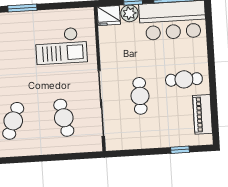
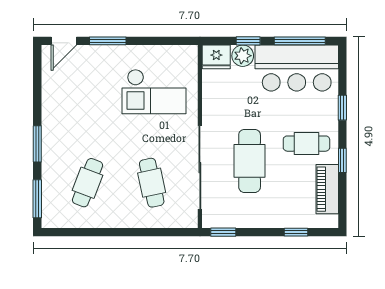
window: (211, 49) -> (342, 108), added
window: (213, 91) -> (342, 160), added
cafe table: (140, 96) -> (250, 161), width x1.37, depth x1.35
window: (123, 153) -> (223, 232), added

